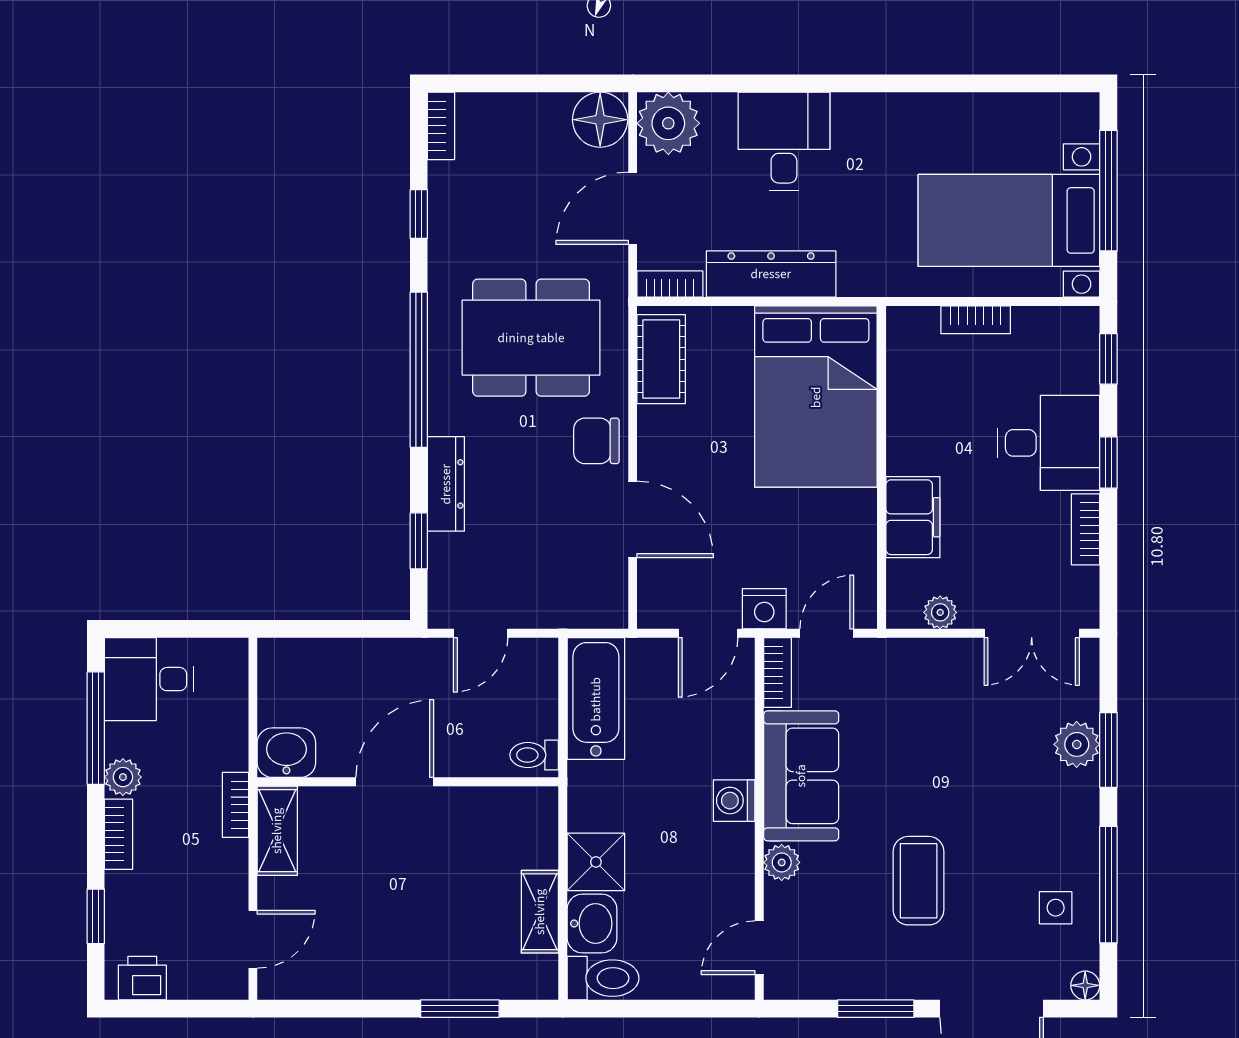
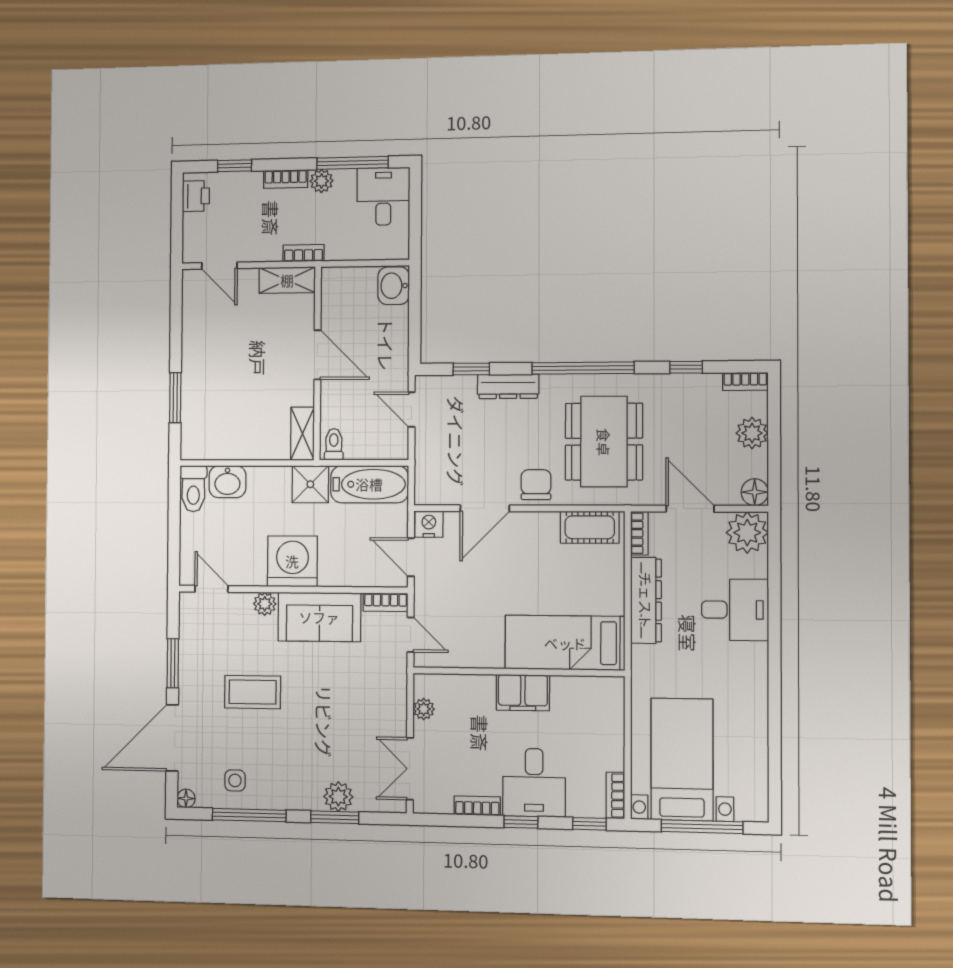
plant: (519, 116) -> (752, 433), added
floor lamp: (600, 120) -> (755, 492), width x0.73, depth x0.73
bookcase: (976, 320) -> (615, 795), moved
bed: (816, 397) -> (565, 643), width x0.67
filing cabinet: (913, 517) -> (523, 693), moved
nightstand: (764, 609) -> (429, 524), moved, turned 90
washbasin: (286, 753) -> (394, 286), moved, turned 180
washing machine: (734, 801) -> (292, 561), width x1.89, depth x1.89
shower: (596, 862) -> (310, 484), moved
shelving: (540, 912) -> (302, 434), moved, turned 90

